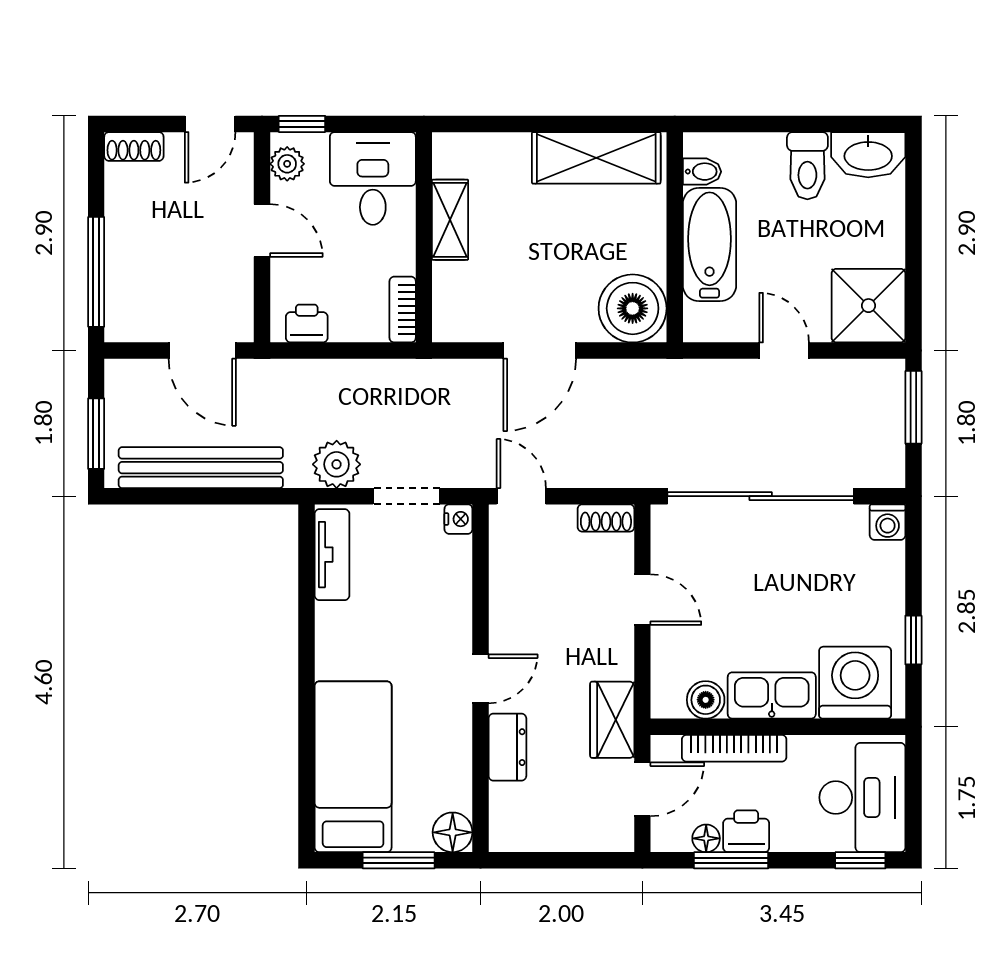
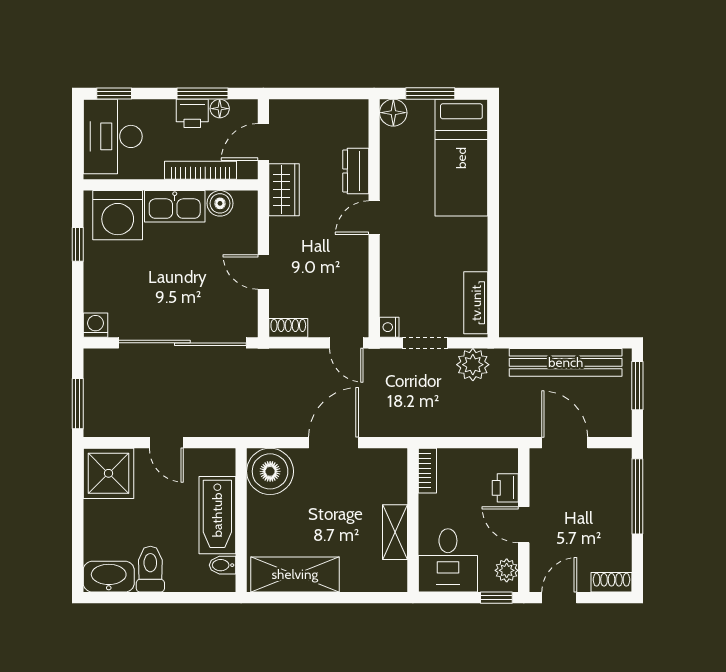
printer: (307, 323) -> (505, 488), moved, turned 90

